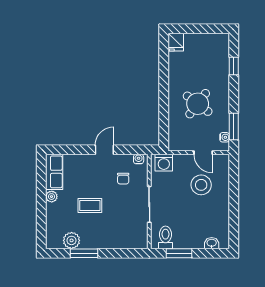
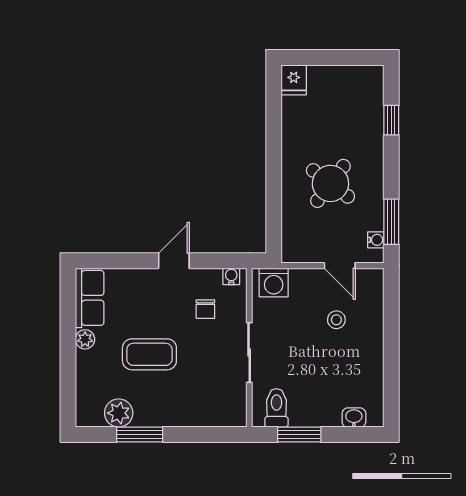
stool: (201, 185) -> (336, 320), width x0.53, depth x0.53
coffee table: (90, 205) -> (149, 354), width x1.36, depth x1.30

